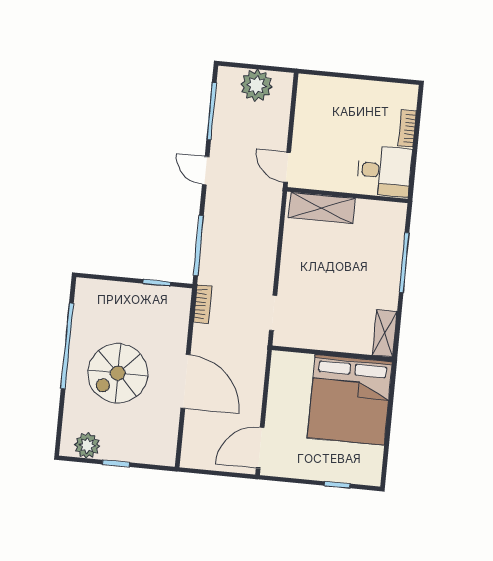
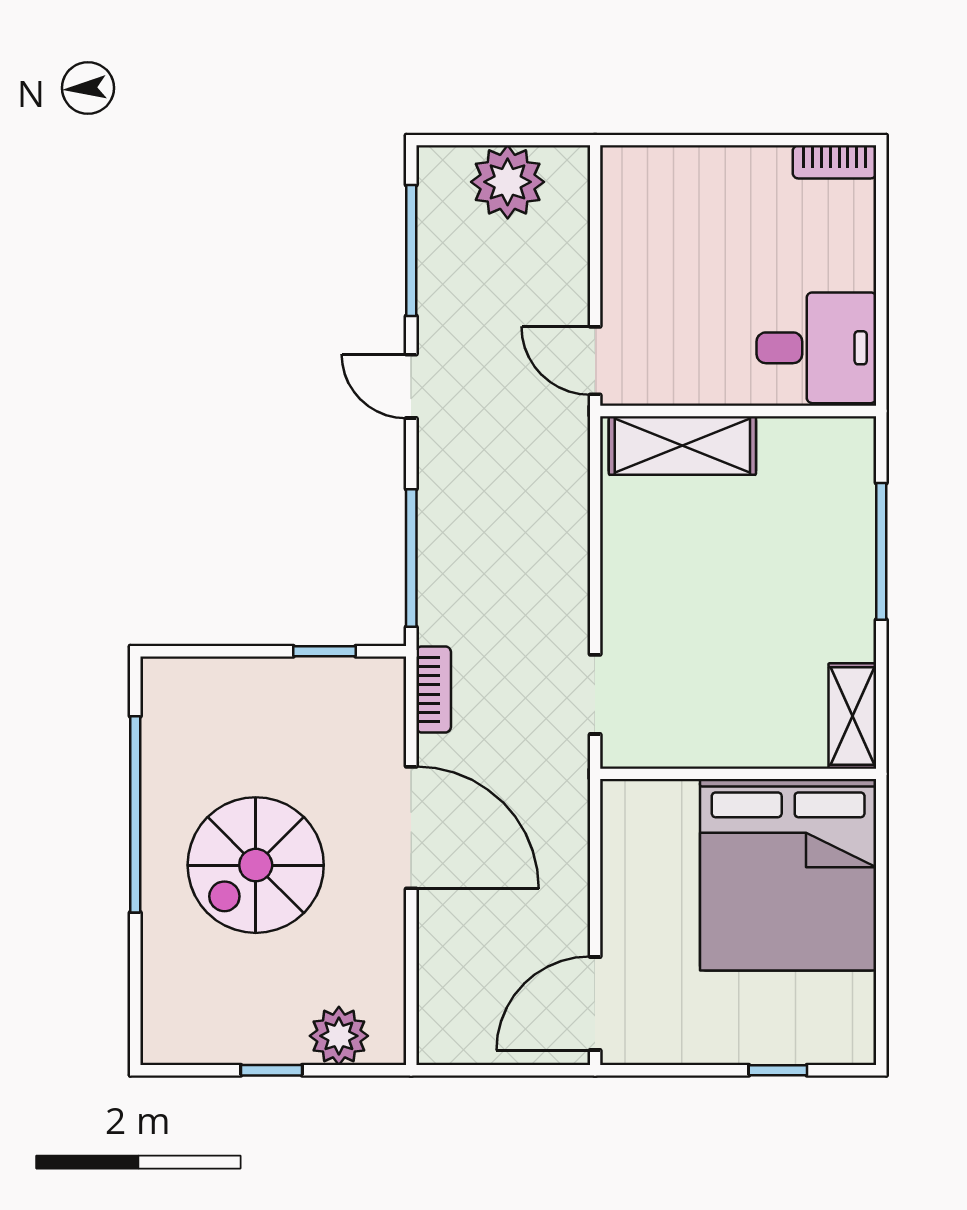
bookcase: (407, 129) -> (835, 162), moved, turned -90
door: (185, 381) -> (411, 828), moved
plant: (87, 446) -> (339, 1036), moved

